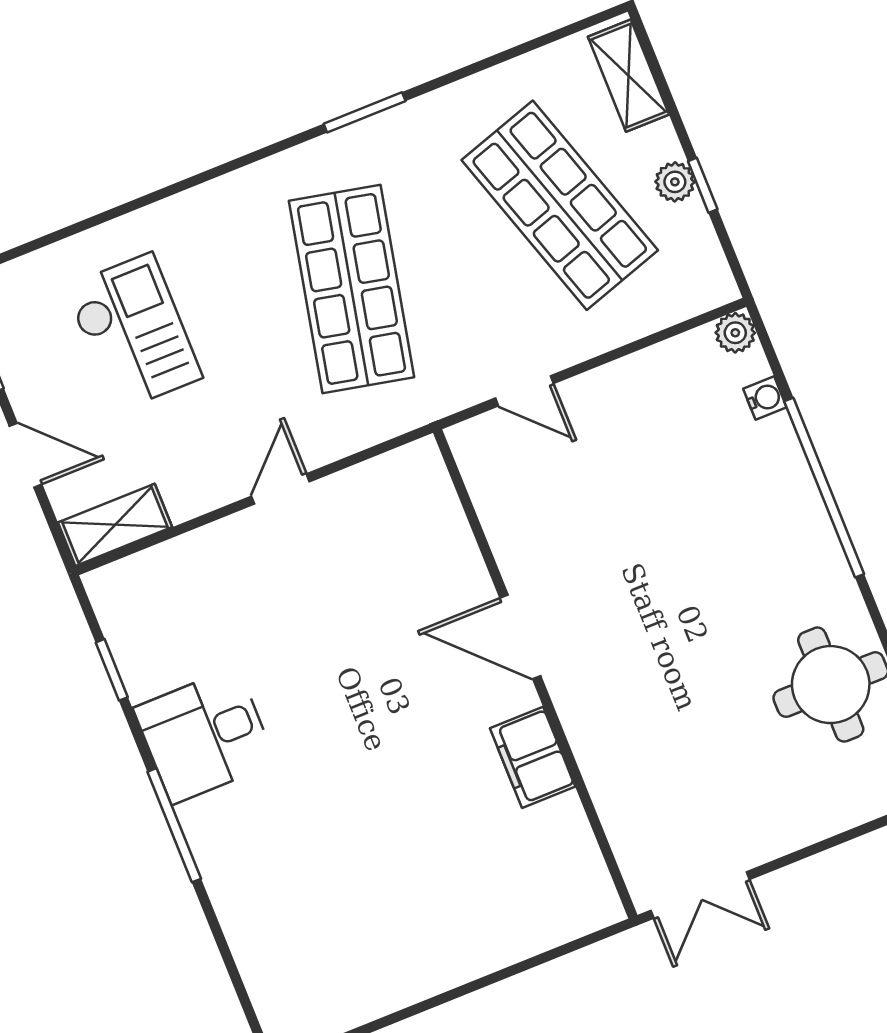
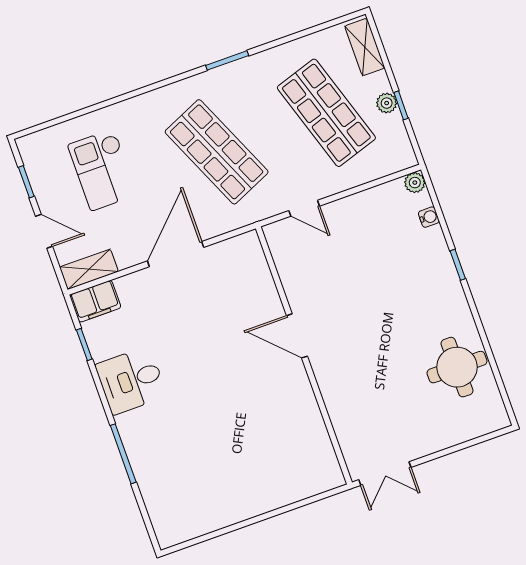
shop shelf: (351, 289) -> (217, 152), turned -36
checkout: (133, 332) -> (103, 170), turned 180
window: (824, 488) -> (458, 265), width x0.32
door: (280, 489) -> (176, 254), width x1.87
filing cabinet: (533, 757) -> (95, 301), moved, turned -90
window: (174, 825) -> (123, 454), moved

